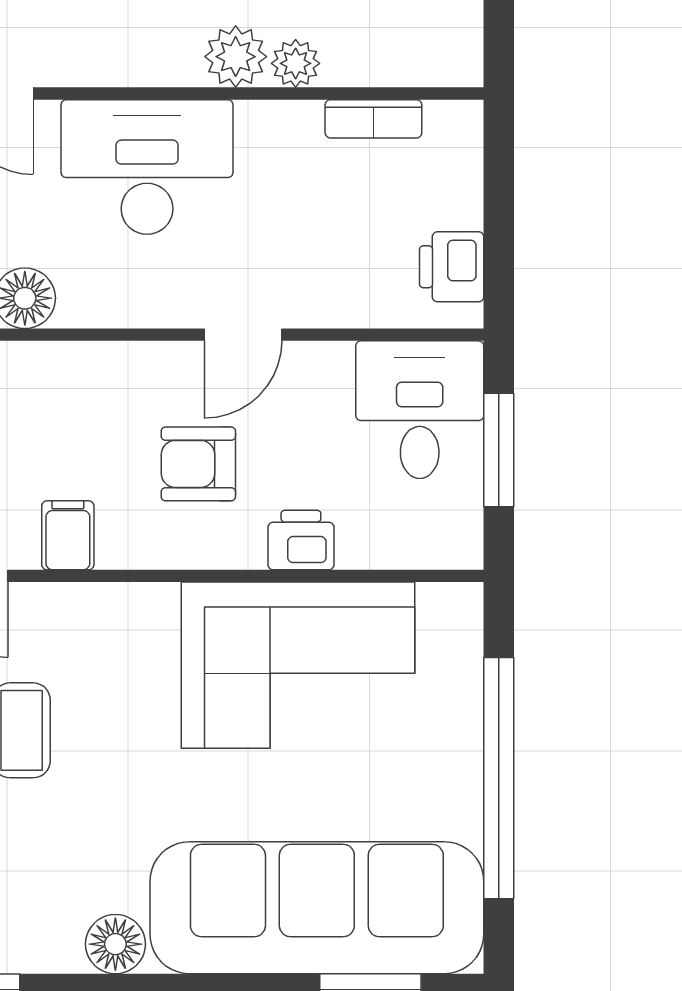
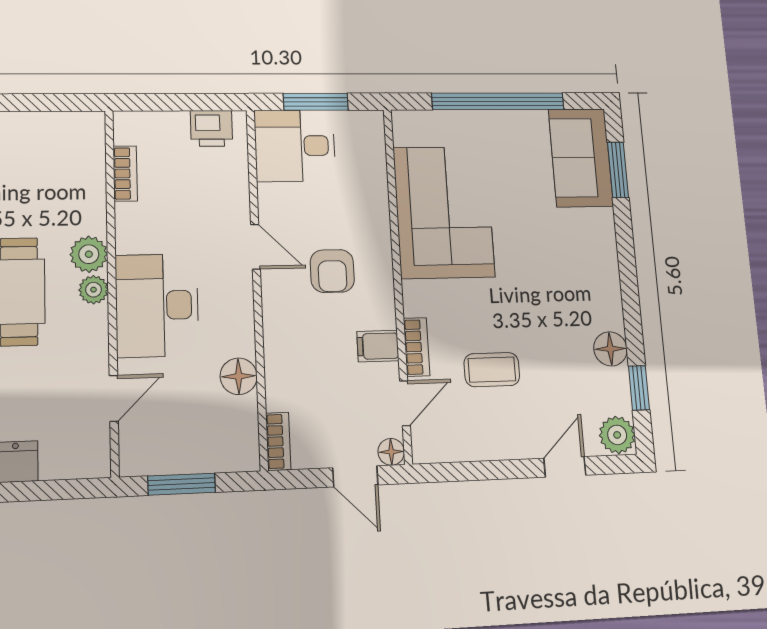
plant: (296, 63) -> (94, 290), moved
printer: (301, 540) -> (373, 211), removed
bookcase: (64, 602) -> (417, 347), added
sofa: (317, 908) -> (581, 158), width x0.54, depth x0.79
floor lamp: (115, 944) -> (610, 349), moved

